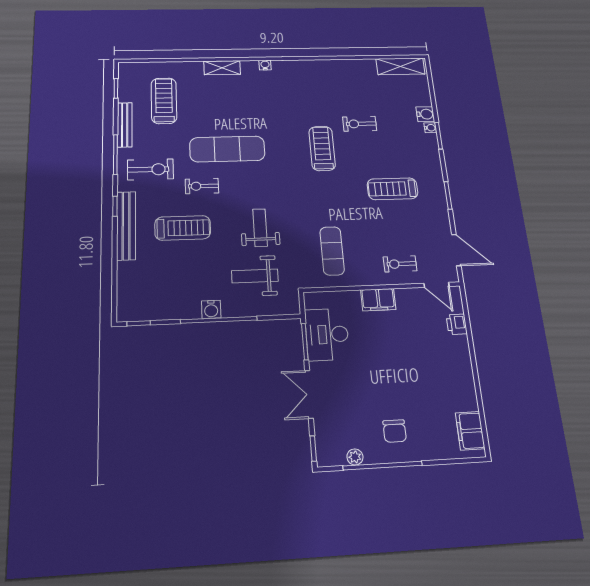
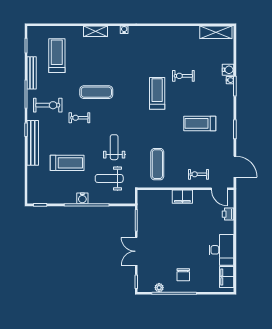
exercise mat: (227, 149) -> (96, 92), width x0.73, depth x0.69
treadmill: (183, 228) -> (67, 163), moved
desk: (327, 334) -> (221, 250), moved, turned 180

